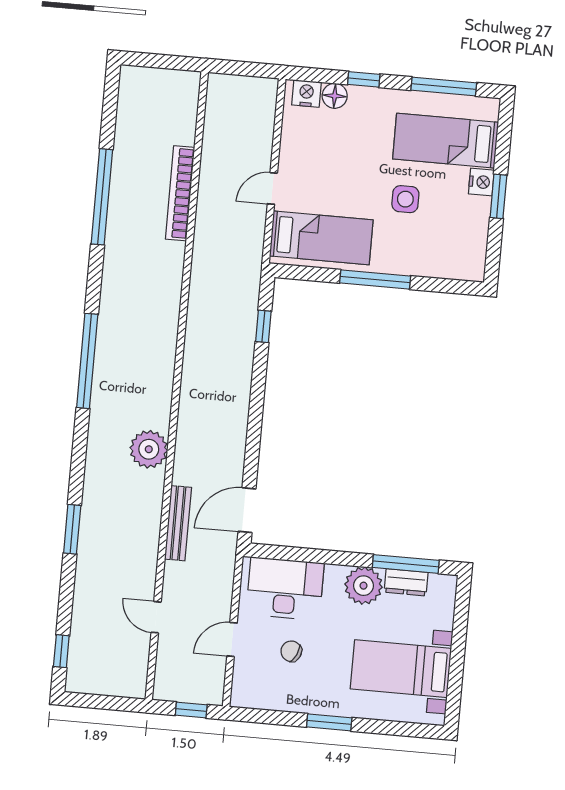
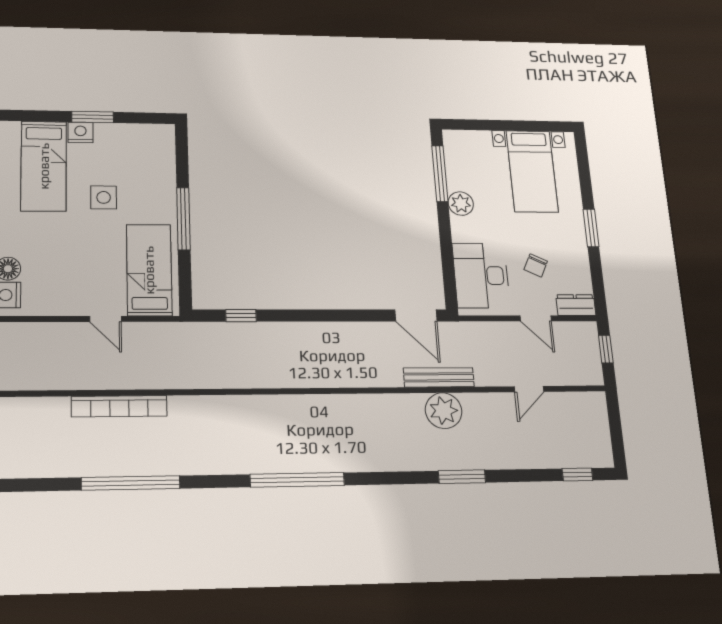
plant: (149, 449) -> (444, 411), moved
dresser: (406, 582) -> (576, 305), moved, turned -90
plant: (364, 586) -> (461, 204), width x0.73, depth x0.73

